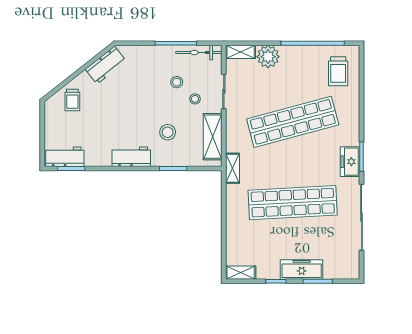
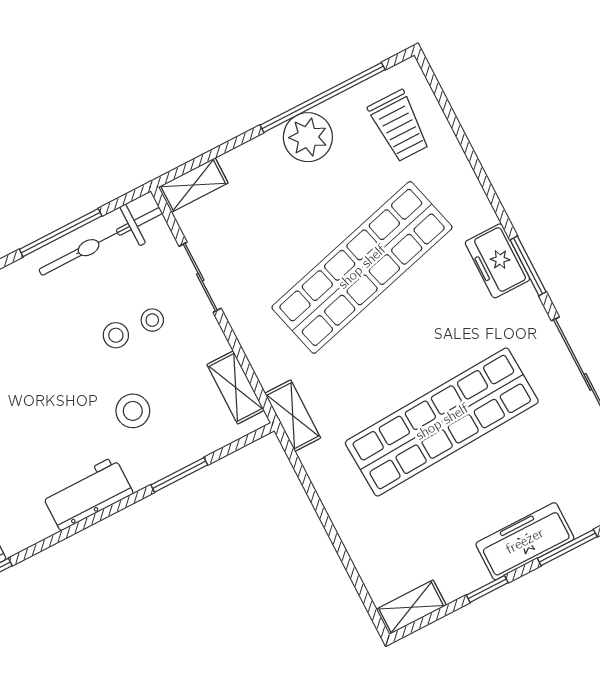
bicycle: (199, 52) -> (101, 241), width x1.37, depth x1.40
plant: (268, 57) -> (308, 137), moved
stool: (177, 82) -> (116, 335), moved
shelving: (213, 137) -> (236, 387), width x0.67, depth x0.75
freezer: (350, 162) -> (497, 261), moved

